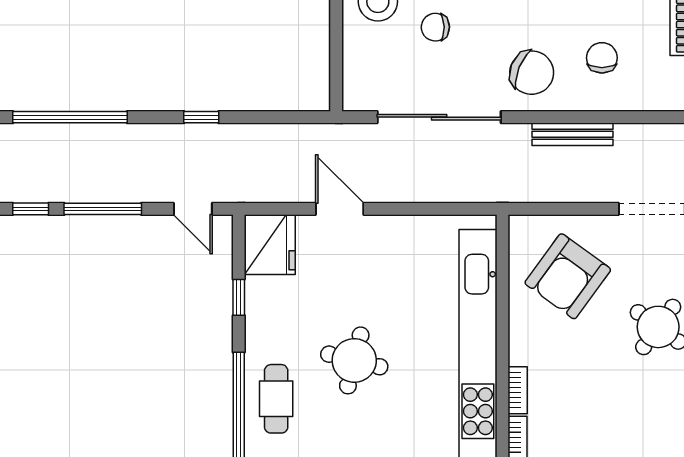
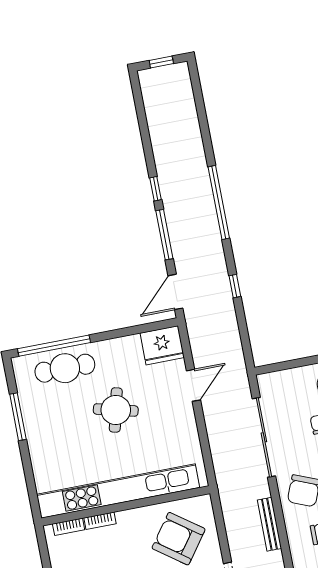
door: (193, 209) -> (175, 292), width x1.38
window: (239, 297) -> (125, 332), removed
round table: (354, 360) -> (116, 410), moved
cafe table: (276, 399) -> (65, 368), width x1.37, depth x1.35

